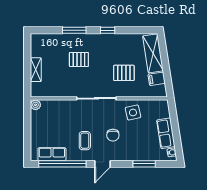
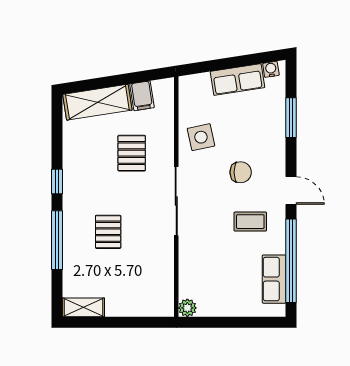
window: (74, 30) -> (57, 240), width x1.44
shelving: (36, 70) -> (83, 307), moved

